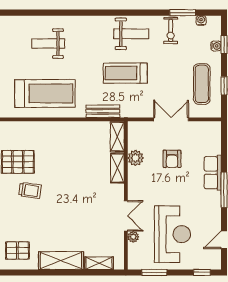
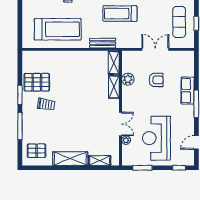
armchair: (172, 159) -> (156, 80), turned -90
reception desk: (172, 234) -> (156, 138), turned 180

